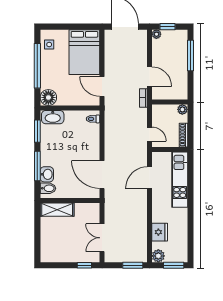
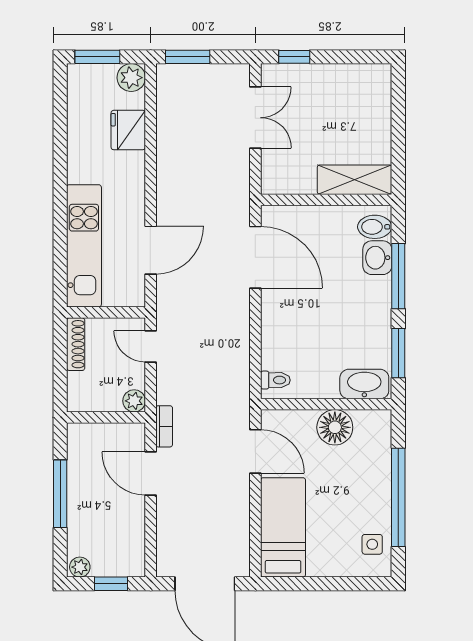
plant: (156, 34) -> (80, 567), moved
bed: (84, 52) -> (283, 527), width x0.67
window: (190, 56) -> (60, 494), moved
floor lamp: (48, 97) -> (335, 427), moved
plant: (182, 109) -> (134, 401), moved

